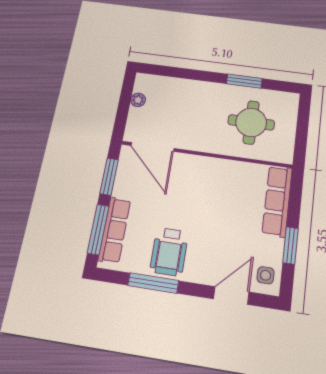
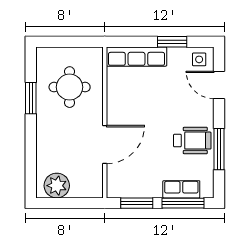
plant: (138, 100) -> (57, 186), width x1.88, depth x1.88
door: (152, 147) -> (105, 145), moved
row of seats: (114, 230) -> (181, 189), width x0.68

